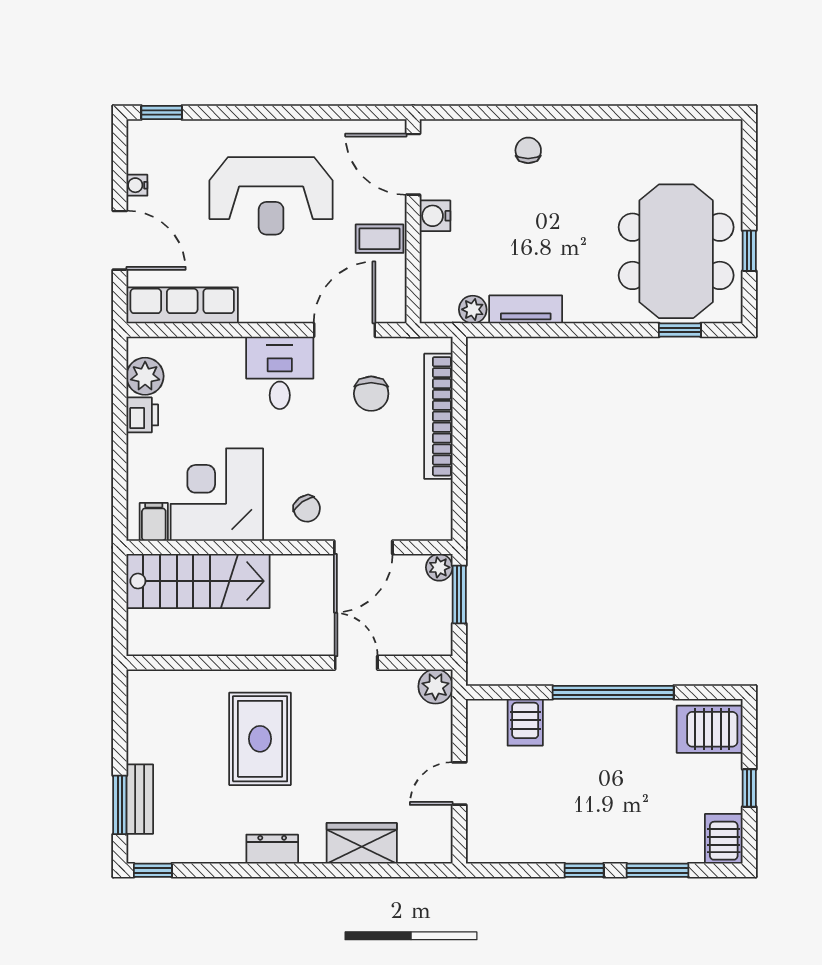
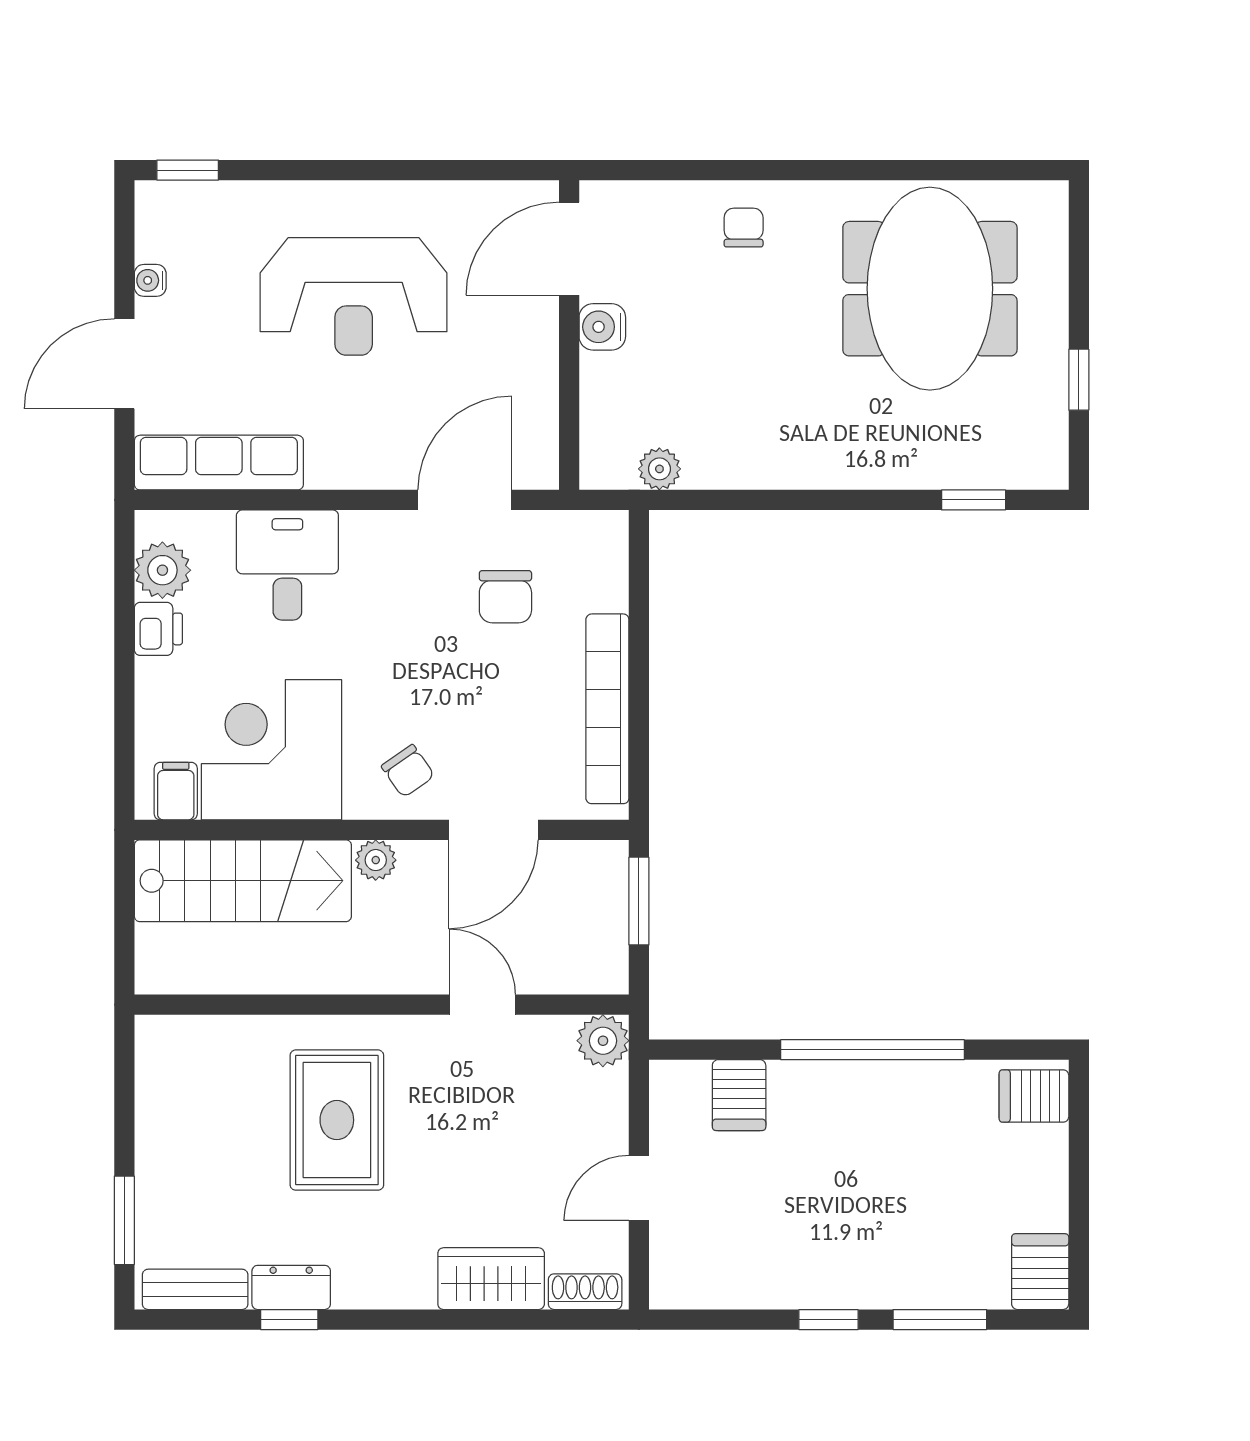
door: (413, 164) -> (569, 249), hinge flipped
coffee table: (379, 239) -> (518, 362), removed
door: (120, 240) -> (124, 364), swing flipped
meeting table: (676, 251) -> (930, 289), moved
tv unit: (526, 309) -> (740, 469), removed
desk: (280, 373) -> (287, 565), moved
bookcase: (438, 416) -> (607, 709), moved
plant: (439, 567) -> (376, 860), moved
server rack: (710, 729) -> (1034, 1096), width x0.73, depth x0.70
window: (749, 788) -> (1079, 1195), removed
bench: (140, 799) -> (195, 1289), moved, turned 90
dresser: (272, 849) -> (291, 1287), moved
shoe rack: (424, 852) -> (585, 1292), added
window: (153, 870) -> (289, 1320), moved

